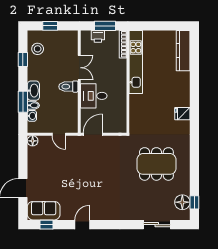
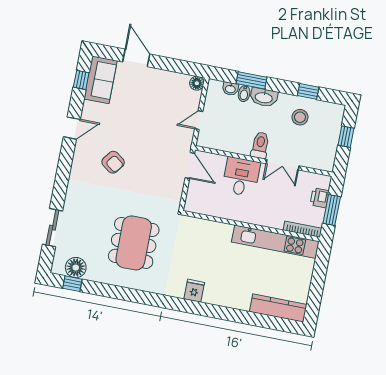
stool: (38, 49) -> (300, 117), moved
armchair: (101, 190) -> (113, 162), added
door: (82, 225) -> (72, 128), hinge flipped

